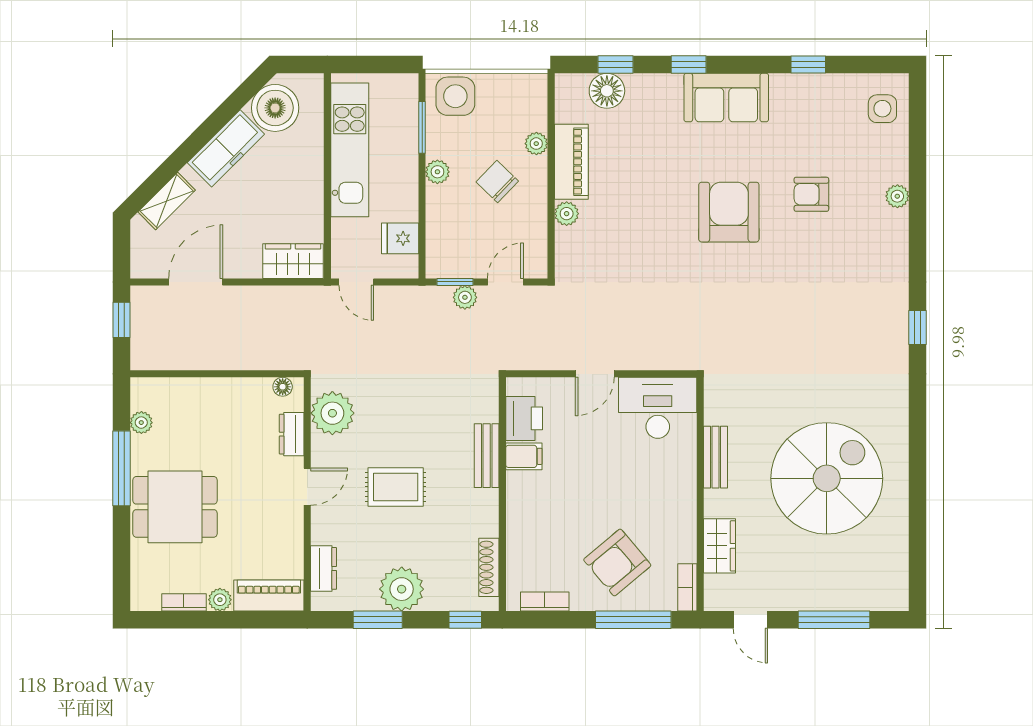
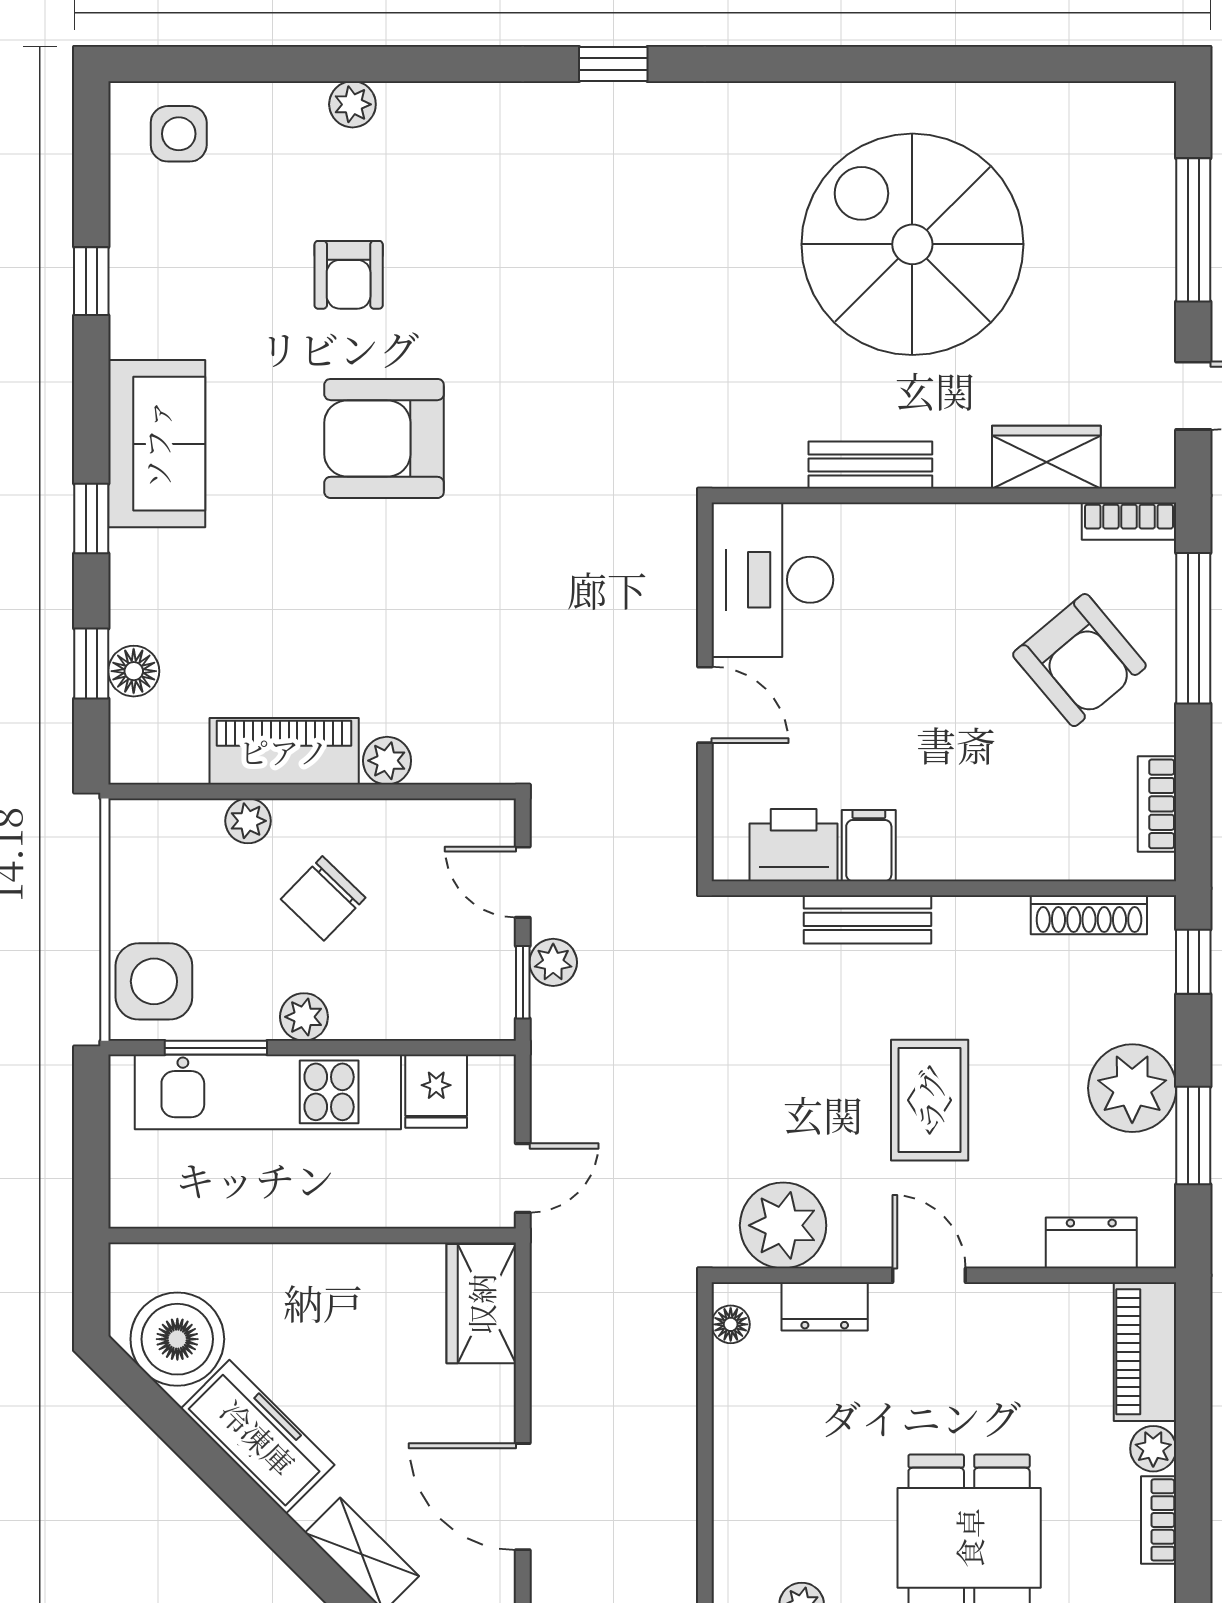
floor lamp: (607, 91) -> (134, 671), width x0.73, depth x0.73
kitchen unit: (350, 150) -> (268, 1092), moved, turned 180

